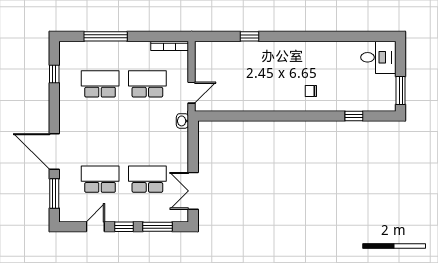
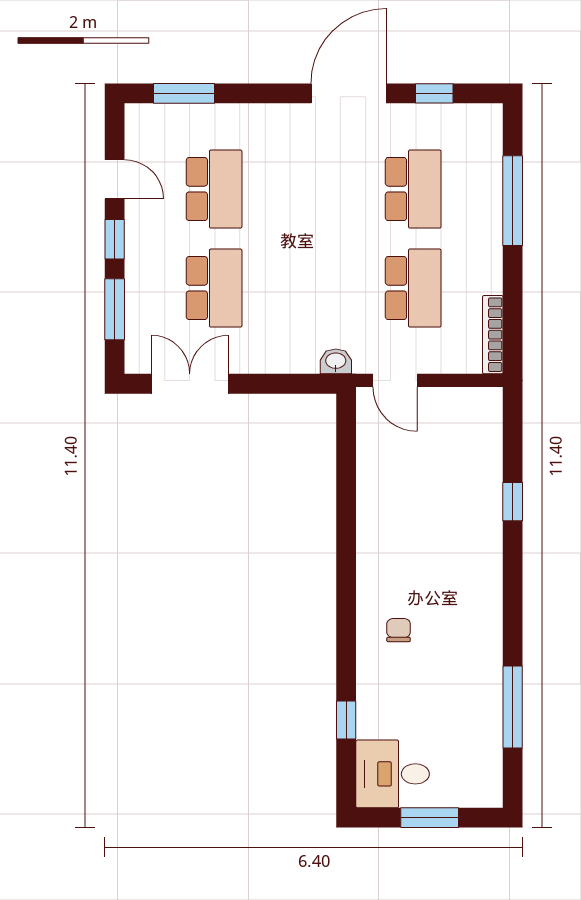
window: (348, 36) -> (513, 707), added
desk: (378, 57) -> (393, 774), moved, turned 90
window: (401, 91) -> (430, 818), moved
door: (54, 151) -> (349, 93), moved

